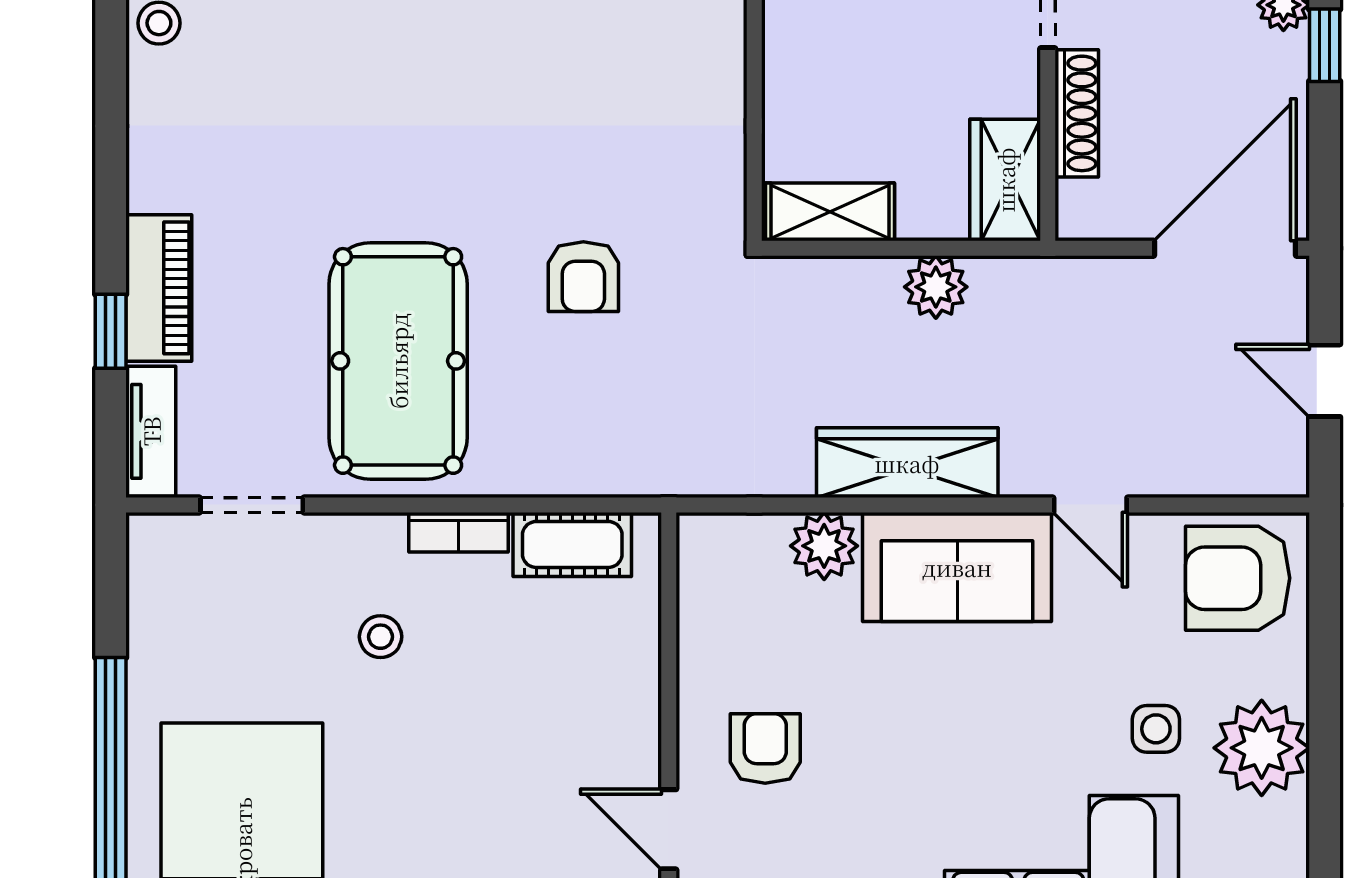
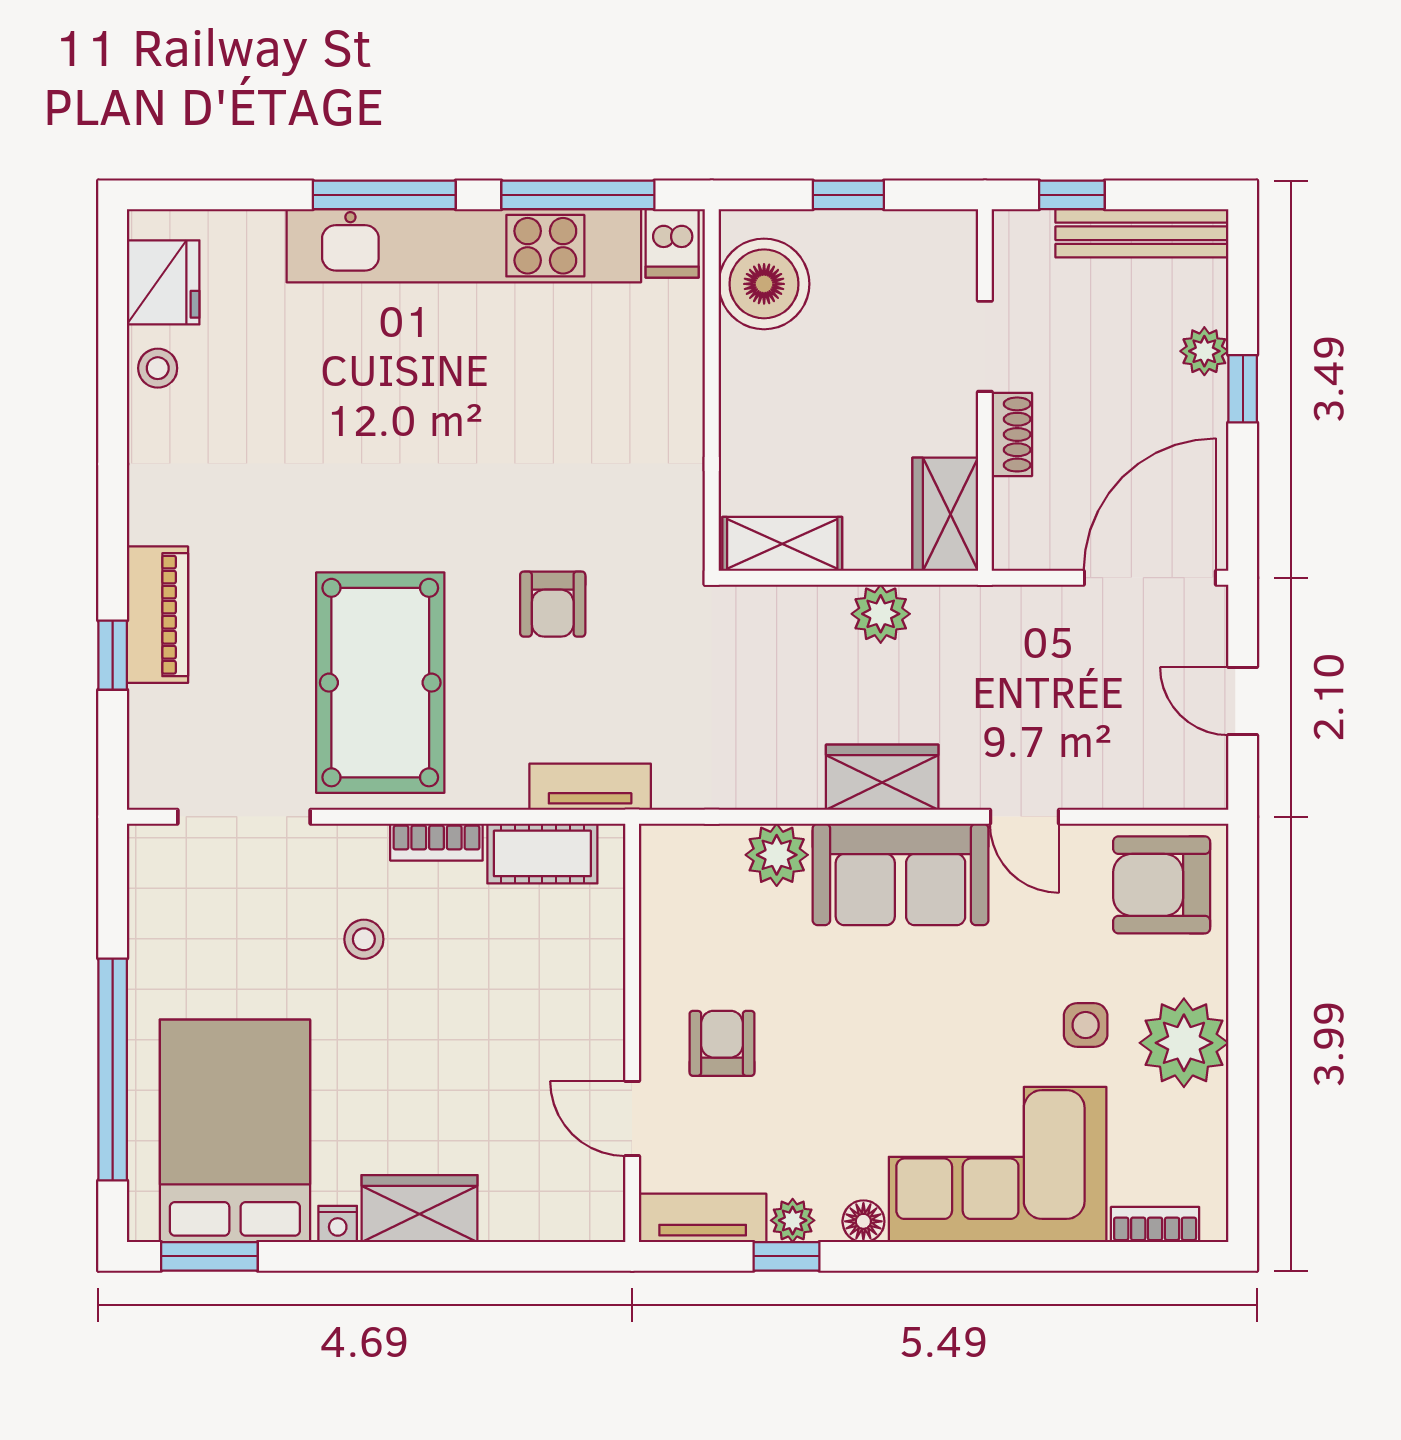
shoe rack: (1077, 113) -> (1012, 434), width x0.70
tv unit: (151, 431) -> (590, 787), moved, turned -90
wardrobe: (907, 463) -> (882, 777), width x0.67
doorway: (252, 505) -> (244, 817), width x1.38

